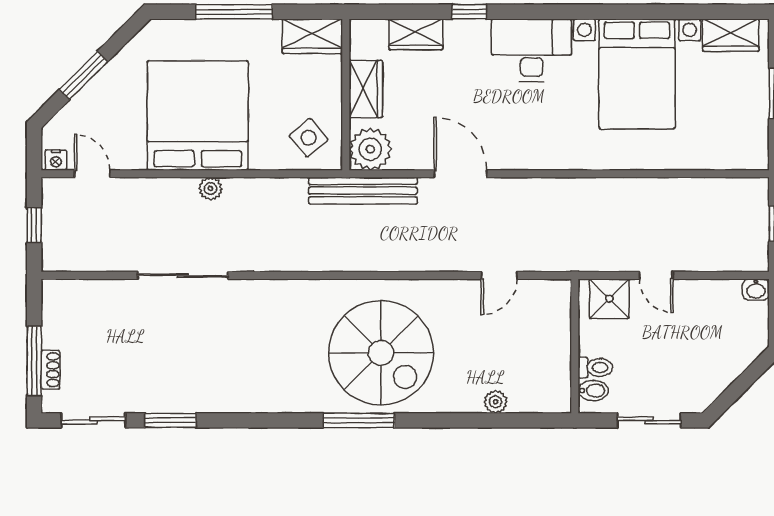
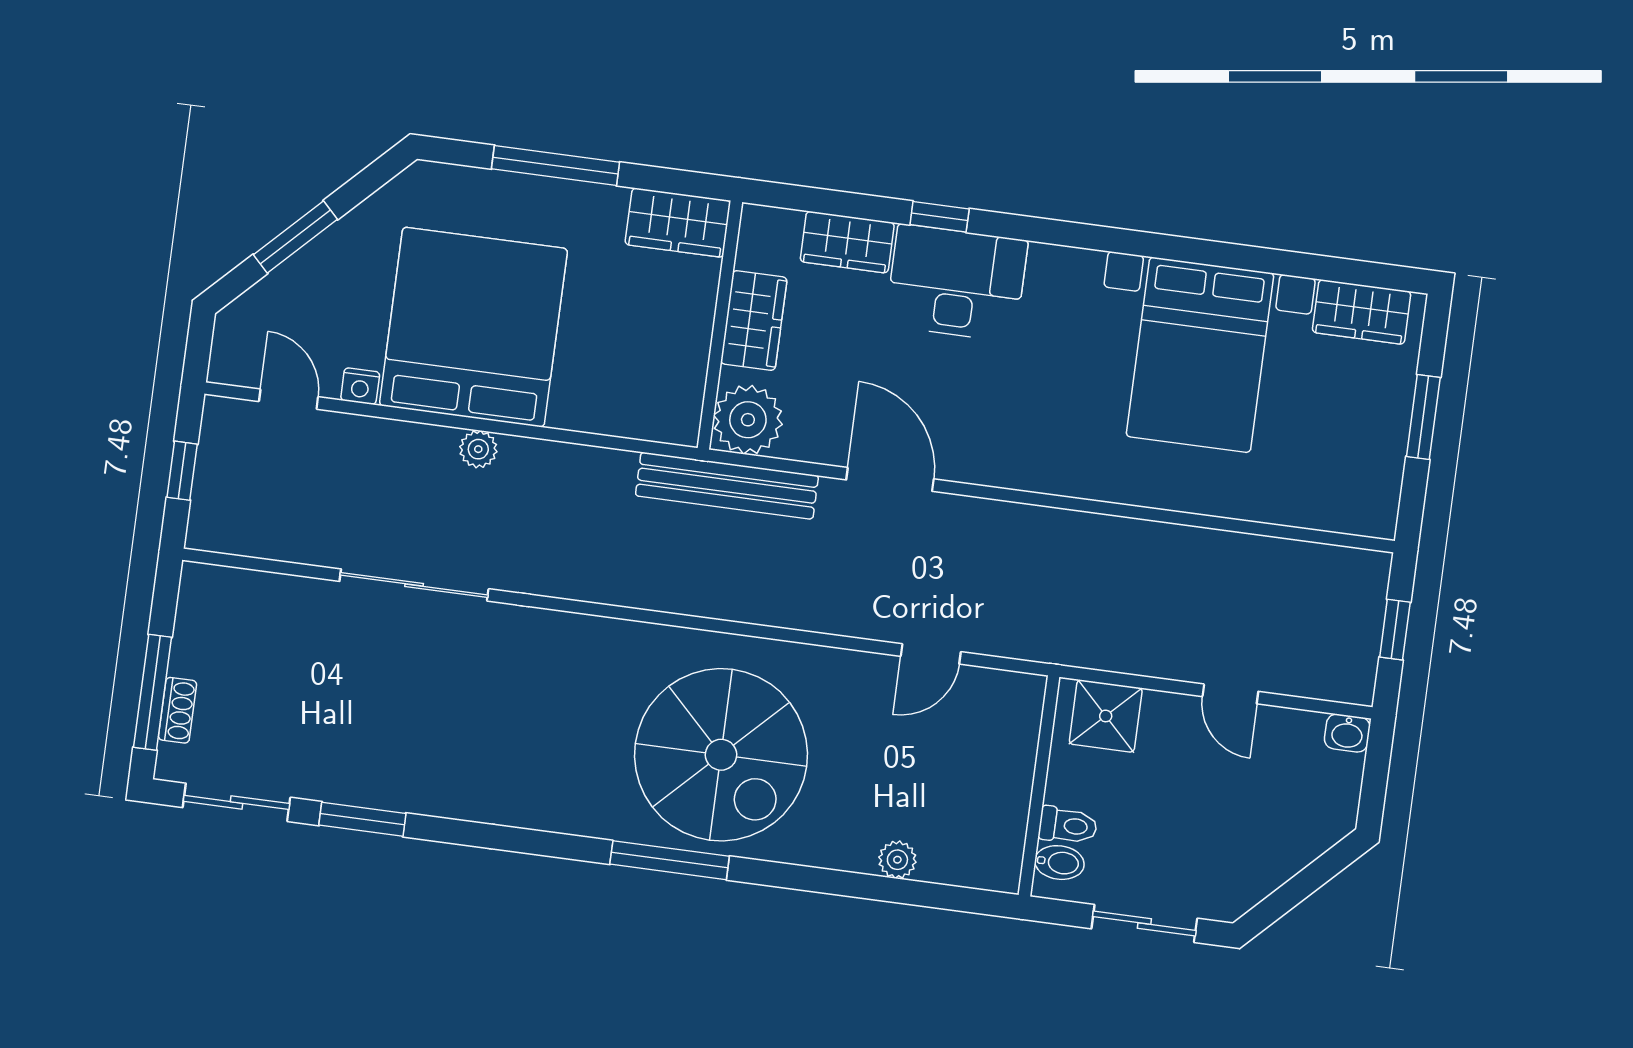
desk: (532, 50) -> (957, 283), moved
side table: (309, 138) -> (650, 388), removed
nightstand: (56, 160) -> (360, 386), moved
door: (656, 275) -> (1230, 694), moved

